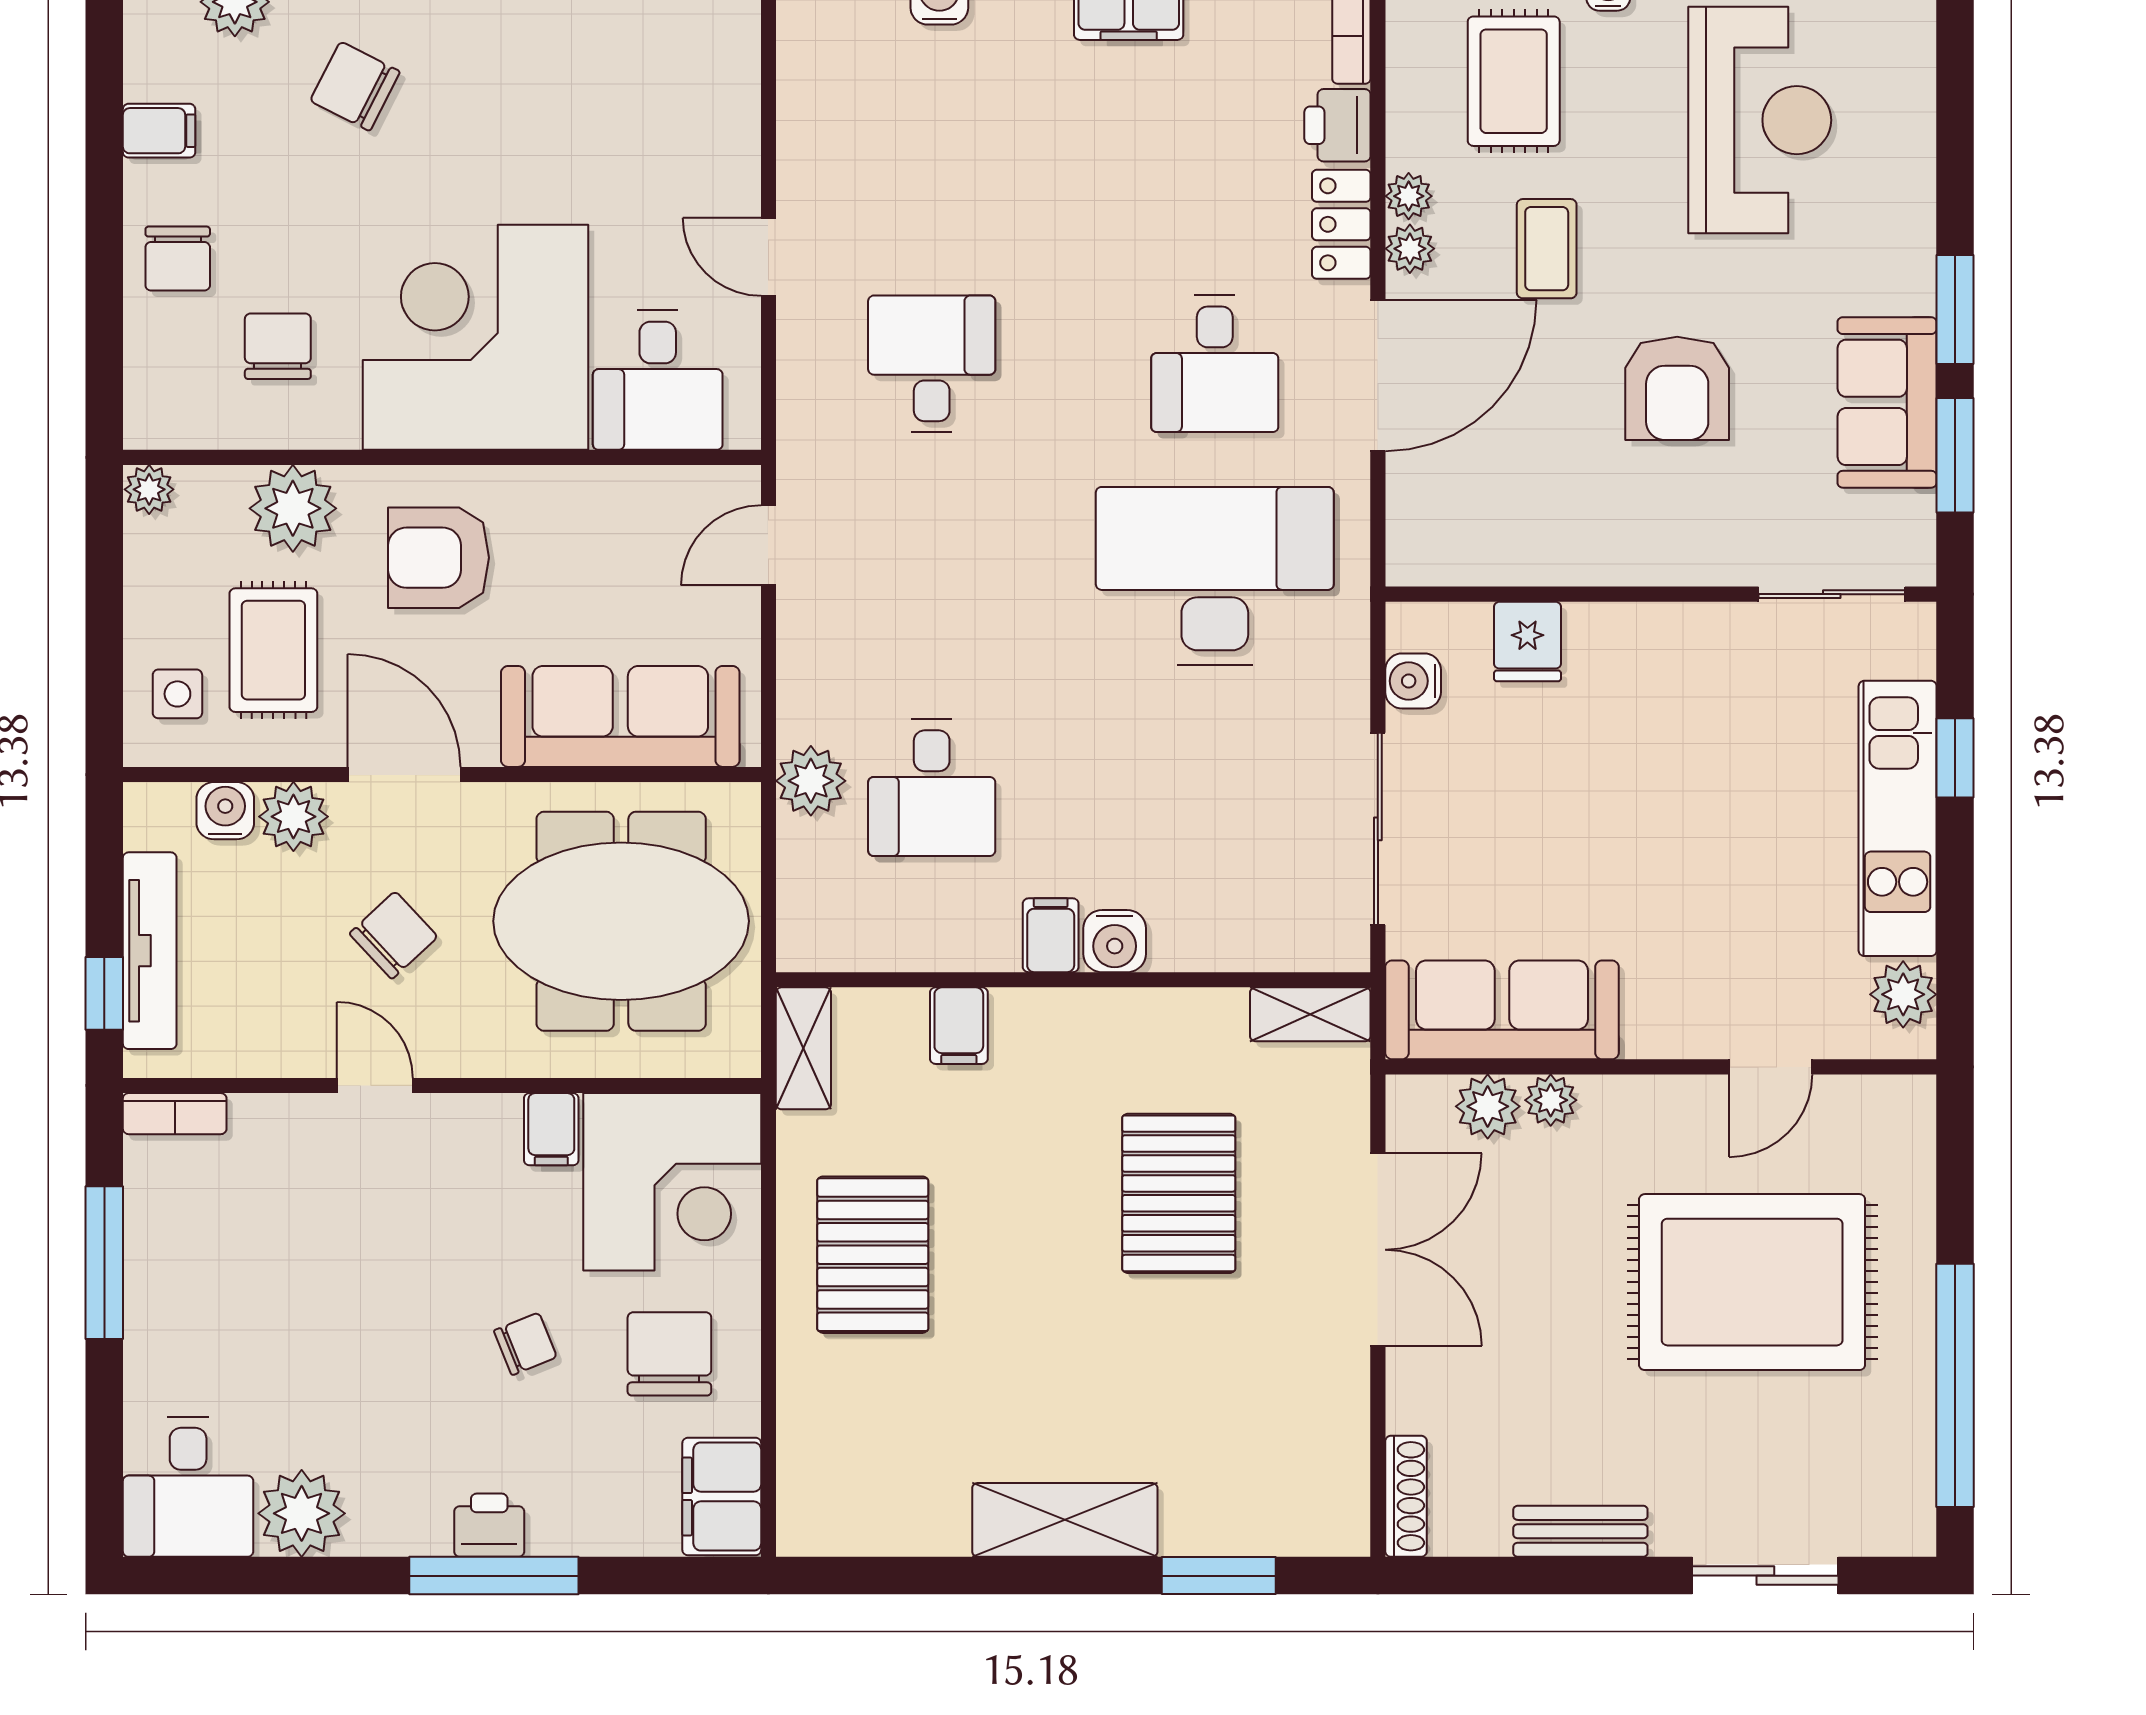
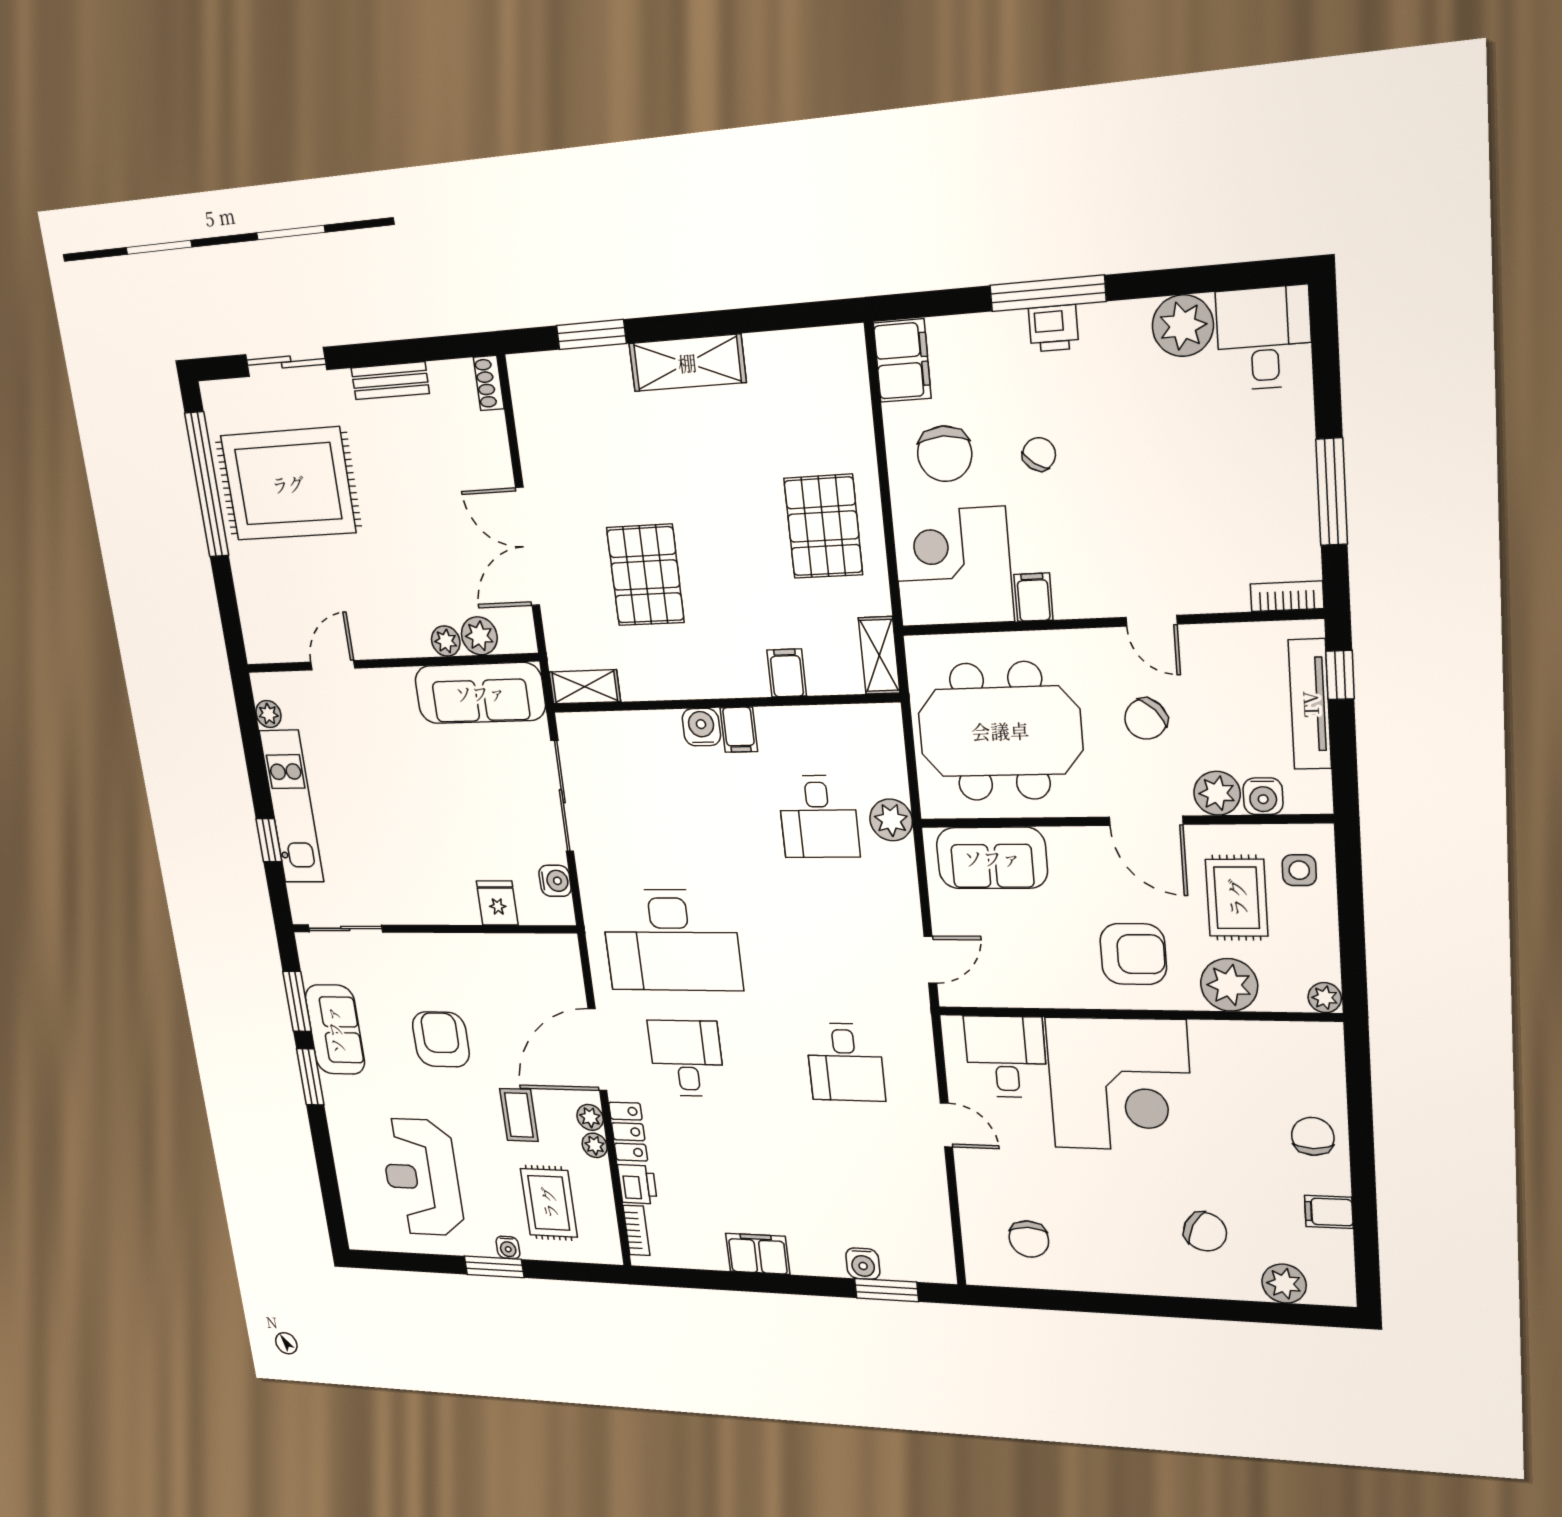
chair: (278, 346) -> (1029, 1239), moved
sofa: (620, 716) -> (992, 858), width x0.73
desk: (932, 788) -> (819, 817), turned 180
plant: (1903, 994) -> (268, 714), width x0.73, depth x0.73
rug: (1752, 1282) -> (288, 484), moved
chair: (525, 1344) -> (1039, 454), turned 147
shoe rack: (1406, 1496) -> (489, 383), width x0.70

